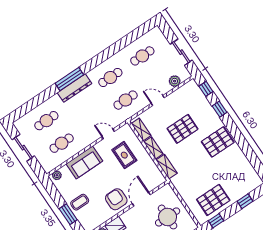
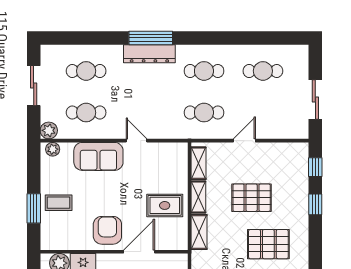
plant: (175, 81) -> (49, 130), moved
door: (158, 100) -> (244, 141), hinge flipped
door: (108, 134) -> (136, 141), moved
pallet: (218, 142) -> (268, 244), moved
rug: (124, 155) -> (165, 205), moved, turned 90

